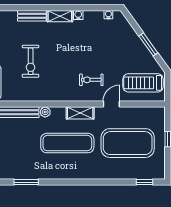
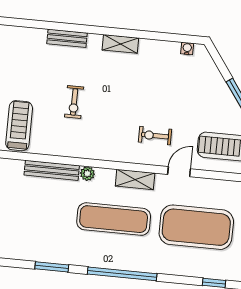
water cooler: (78, 15) -> (146, 45), removed
bench: (32, 16) -> (67, 38), moved
exercise bike: (31, 61) -> (74, 102), width x0.73, depth x0.72
window: (77, 182) -> (122, 274), added

